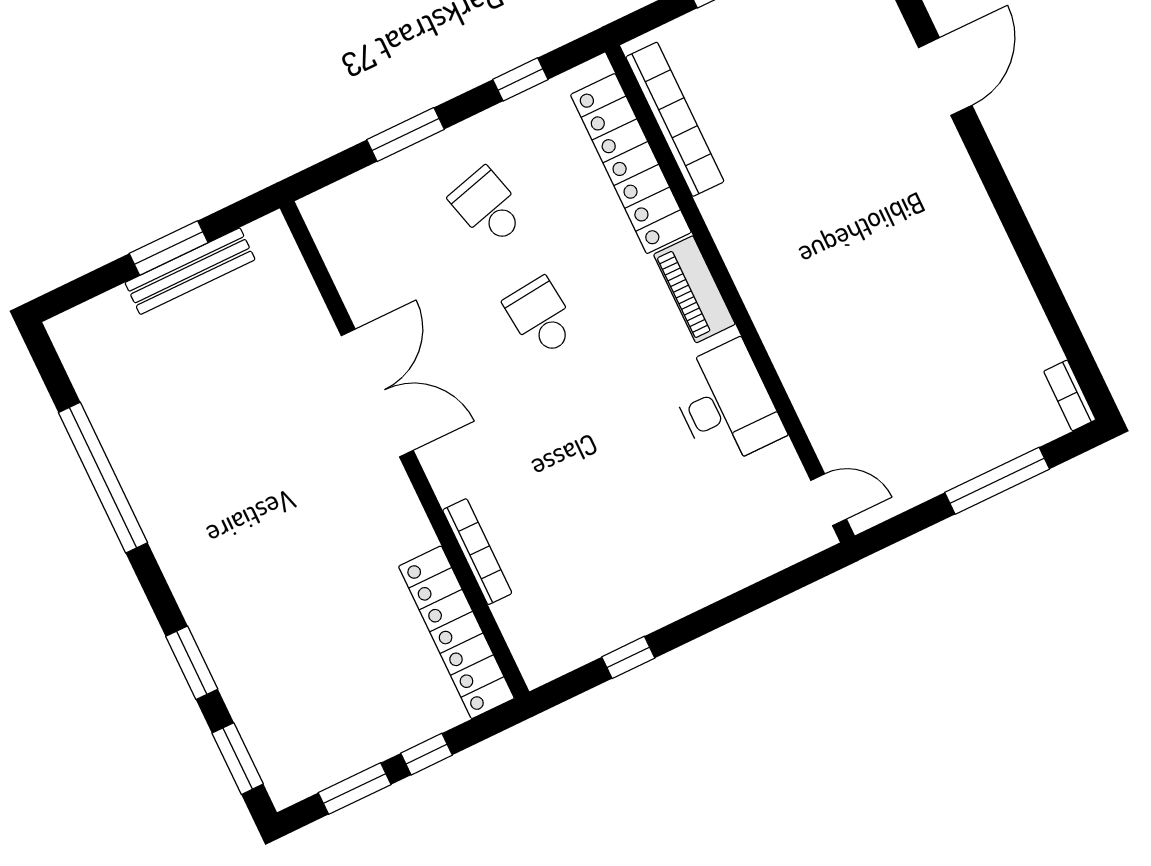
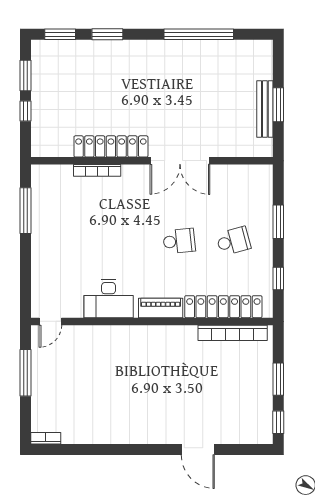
window: (997, 481) -> (26, 373), moved
locker: (456, 632) -> (111, 146), moved
window: (628, 657) -> (26, 211), width x2.17

